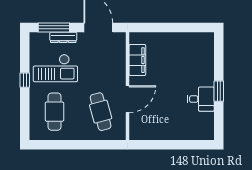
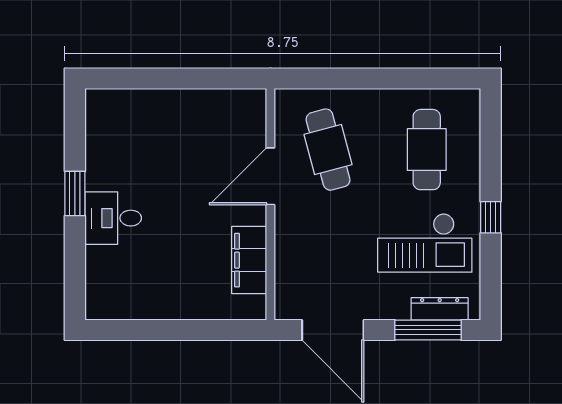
dresser: (63, 37) -> (440, 309), moved
checkout: (55, 68) -> (425, 243), turned 180
desk: (201, 99) -> (113, 218), moved

